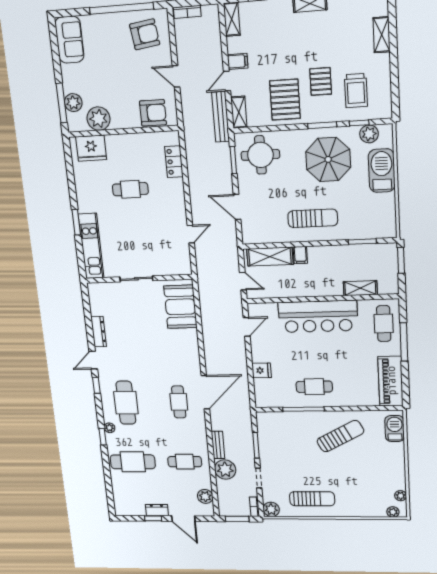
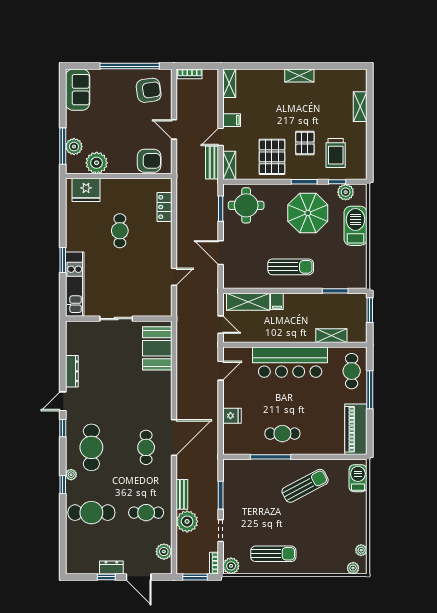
bench: (221, 117) -> (212, 162), width x0.73
cafe table: (130, 189) -> (120, 231), turned 90

